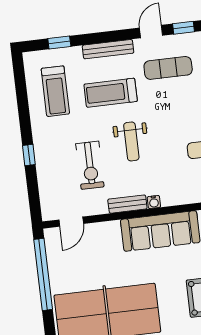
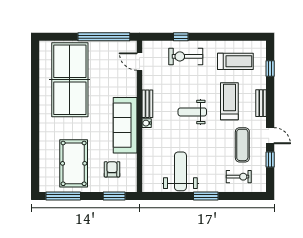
bench: (108, 49) -> (261, 103), width x0.73
treadmill: (55, 91) -> (235, 61), turned 180
window: (29, 155) -> (181, 37), moved
exercise bike: (90, 165) -> (186, 56), moved

